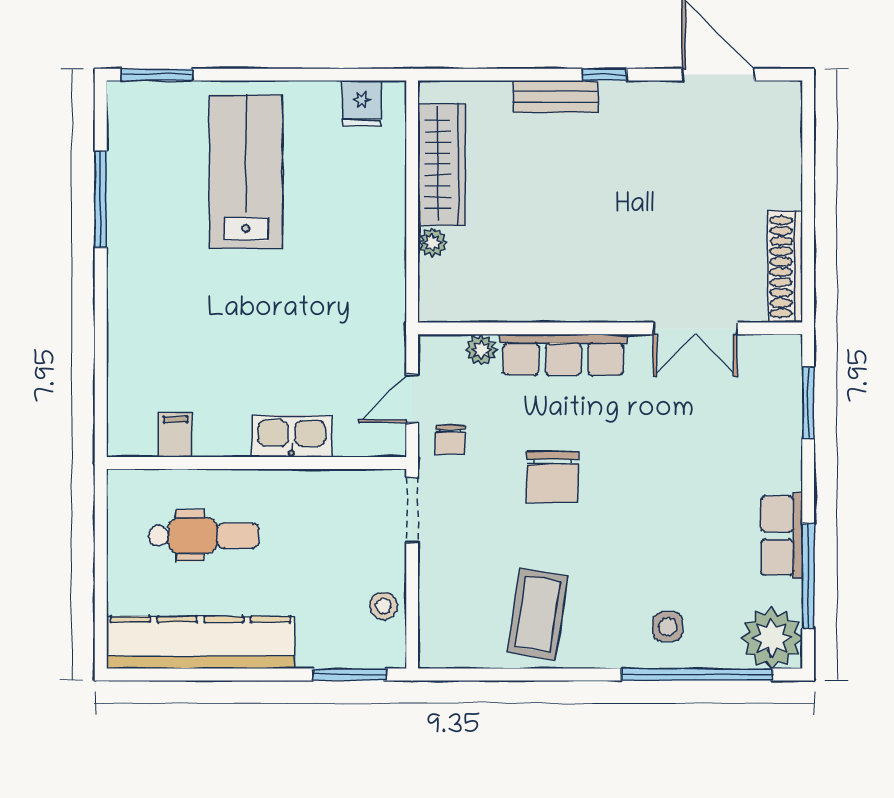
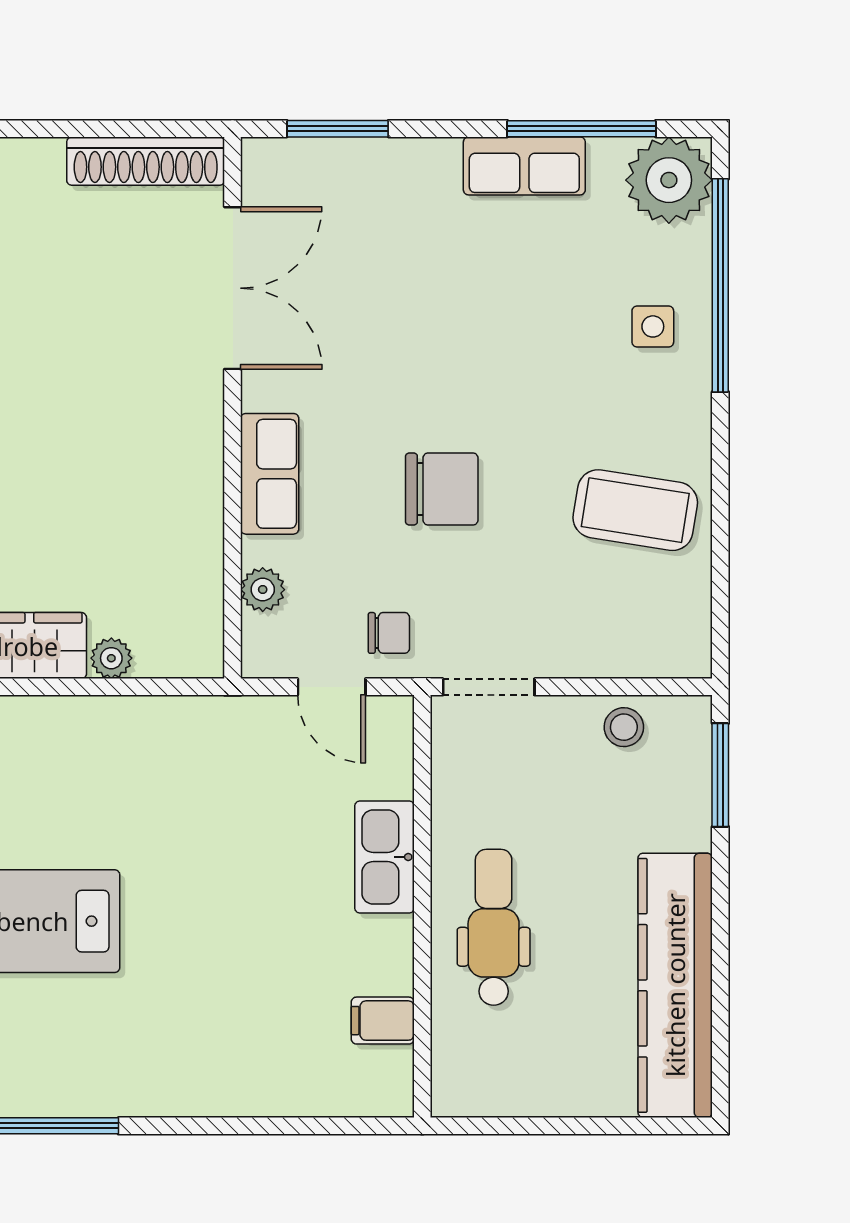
double door: (695, 328) -> (233, 288), width x1.37
row of seats: (563, 355) -> (270, 474), width x0.68
dental chair: (204, 536) -> (494, 927), moved

